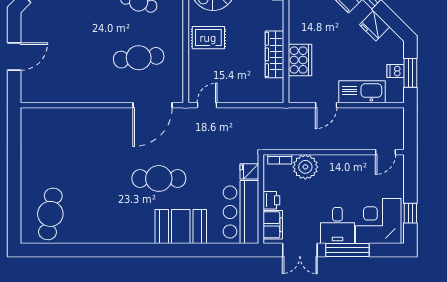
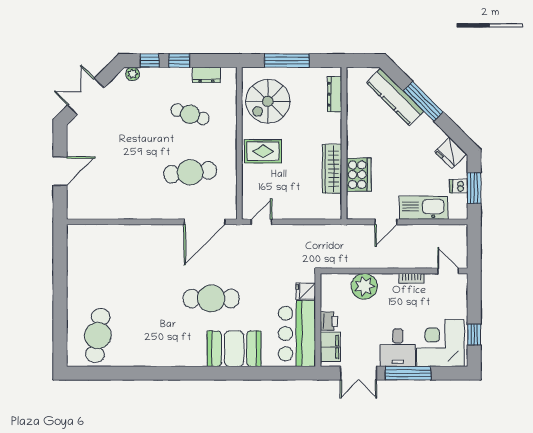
fridge: (375, 26) -> (450, 153), moved
door: (385, 152) -> (448, 271), swing flipped
bookcase: (280, 159) -> (412, 278), moved

